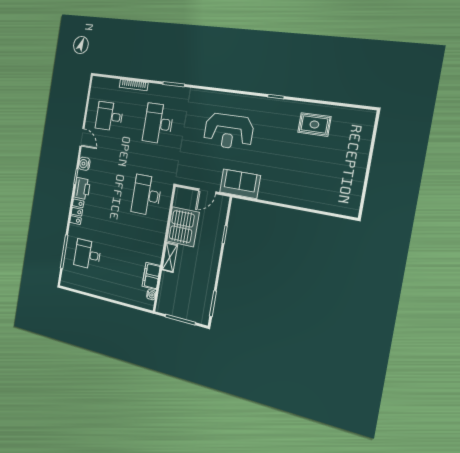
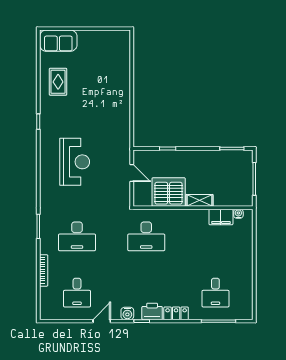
sofa: (240, 184) -> (58, 41), moved, turned -90

